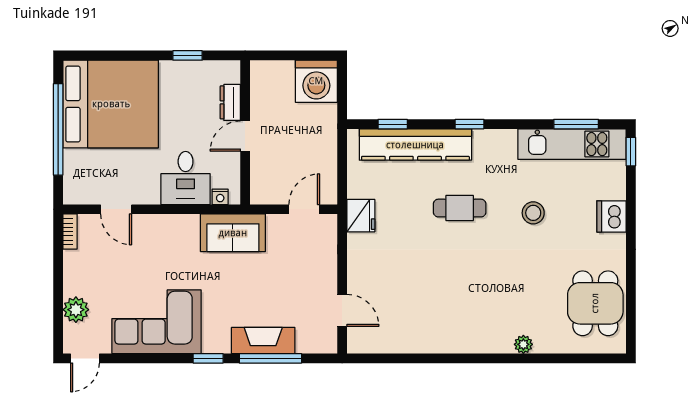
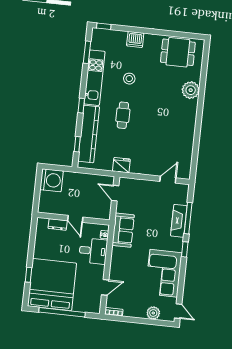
window: (188, 55) -> (28, 275), moved
kitchen unit: (572, 144) -> (94, 78), moved
plant: (523, 344) -> (191, 90), width x1.87, depth x1.87

